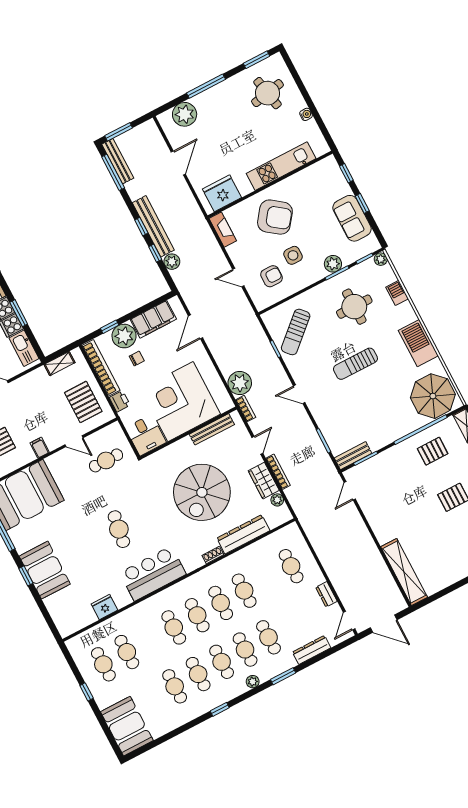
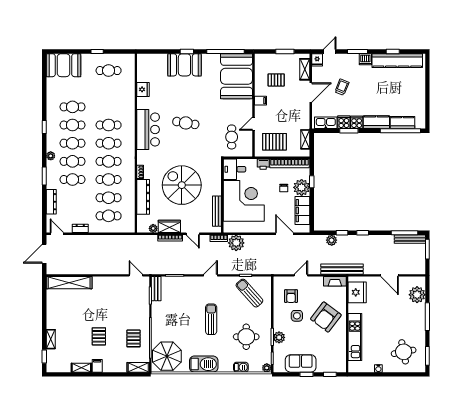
bench: (153, 226) -> (342, 269), moved
cafe table: (127, 652) -> (109, 198), moved

